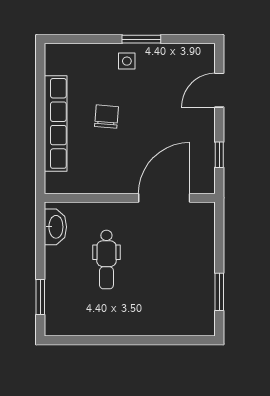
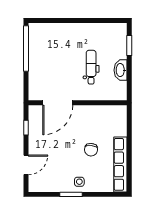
row of seats: (56, 123) -> (120, 164), moved
washbasin: (55, 227) -> (121, 70), moved
window: (219, 292) -> (26, 48), width x2.11

